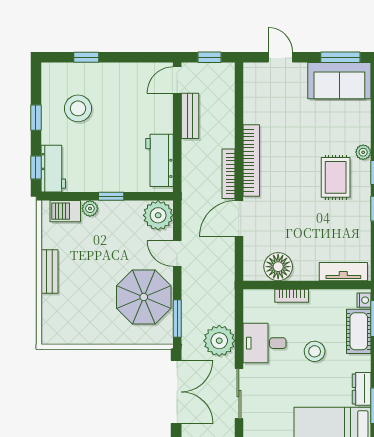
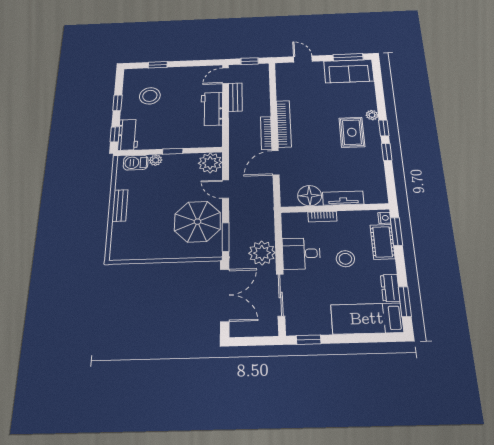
workbench: (159, 160) -> (212, 109), moved
tv unit: (343, 272) -> (343, 198), moved

